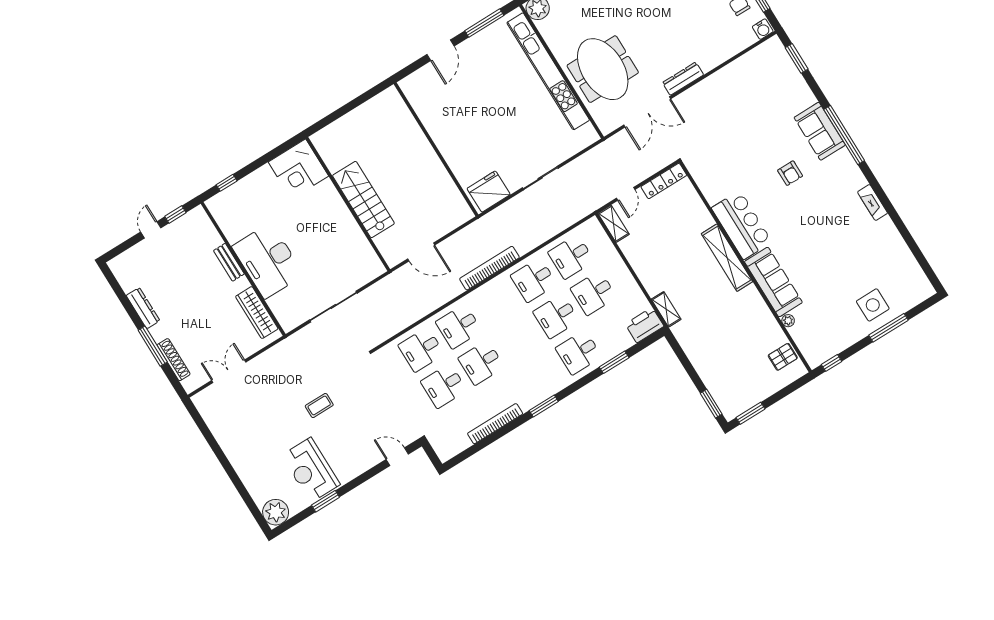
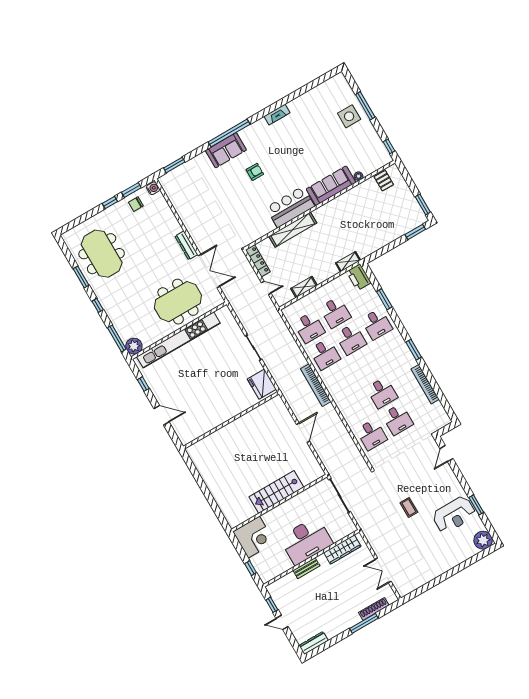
window: (484, 23) -> (143, 384), width x0.46
corner desk: (298, 169) -> (254, 537), moved
stairs: (363, 199) -> (276, 492), moved
wall: (348, 204) -> (279, 503), moved
shelving: (614, 224) -> (304, 287), moved
shelving: (727, 258) -> (293, 230), moved
dresser: (143, 308) -> (314, 643), moved
desk: (459, 326) -> (356, 408), removed

